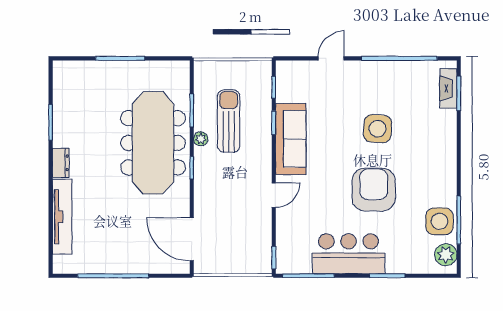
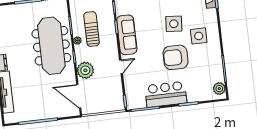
armchair: (374, 190) -> (176, 57), turned -90
plant: (209, 194) -> (85, 70), added
side table: (439, 221) -> (199, 36), moved

